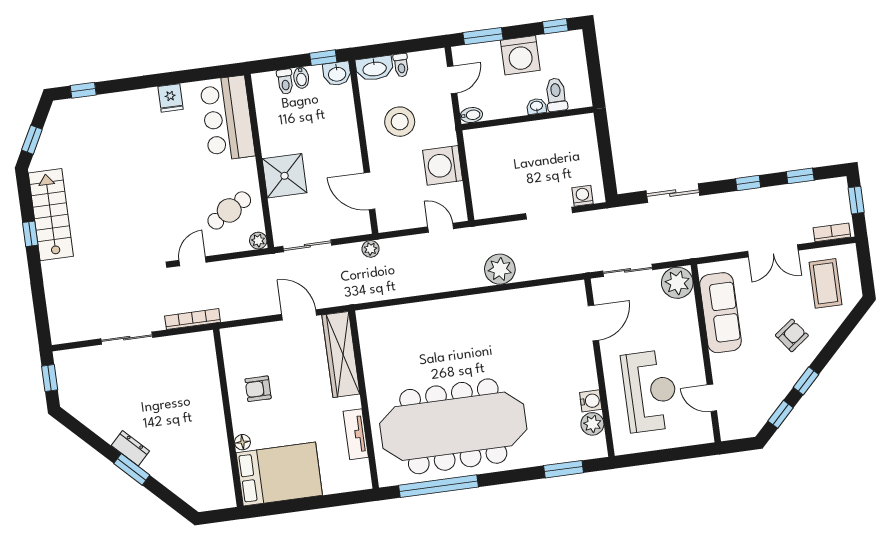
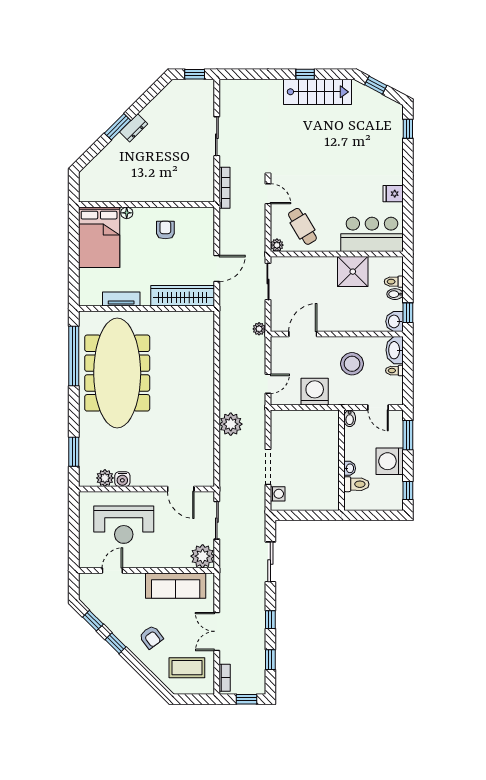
shower: (285, 176) -> (353, 272), moved

